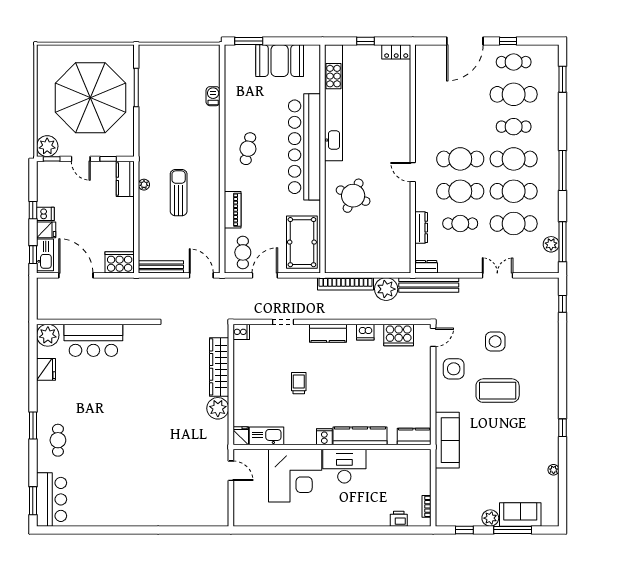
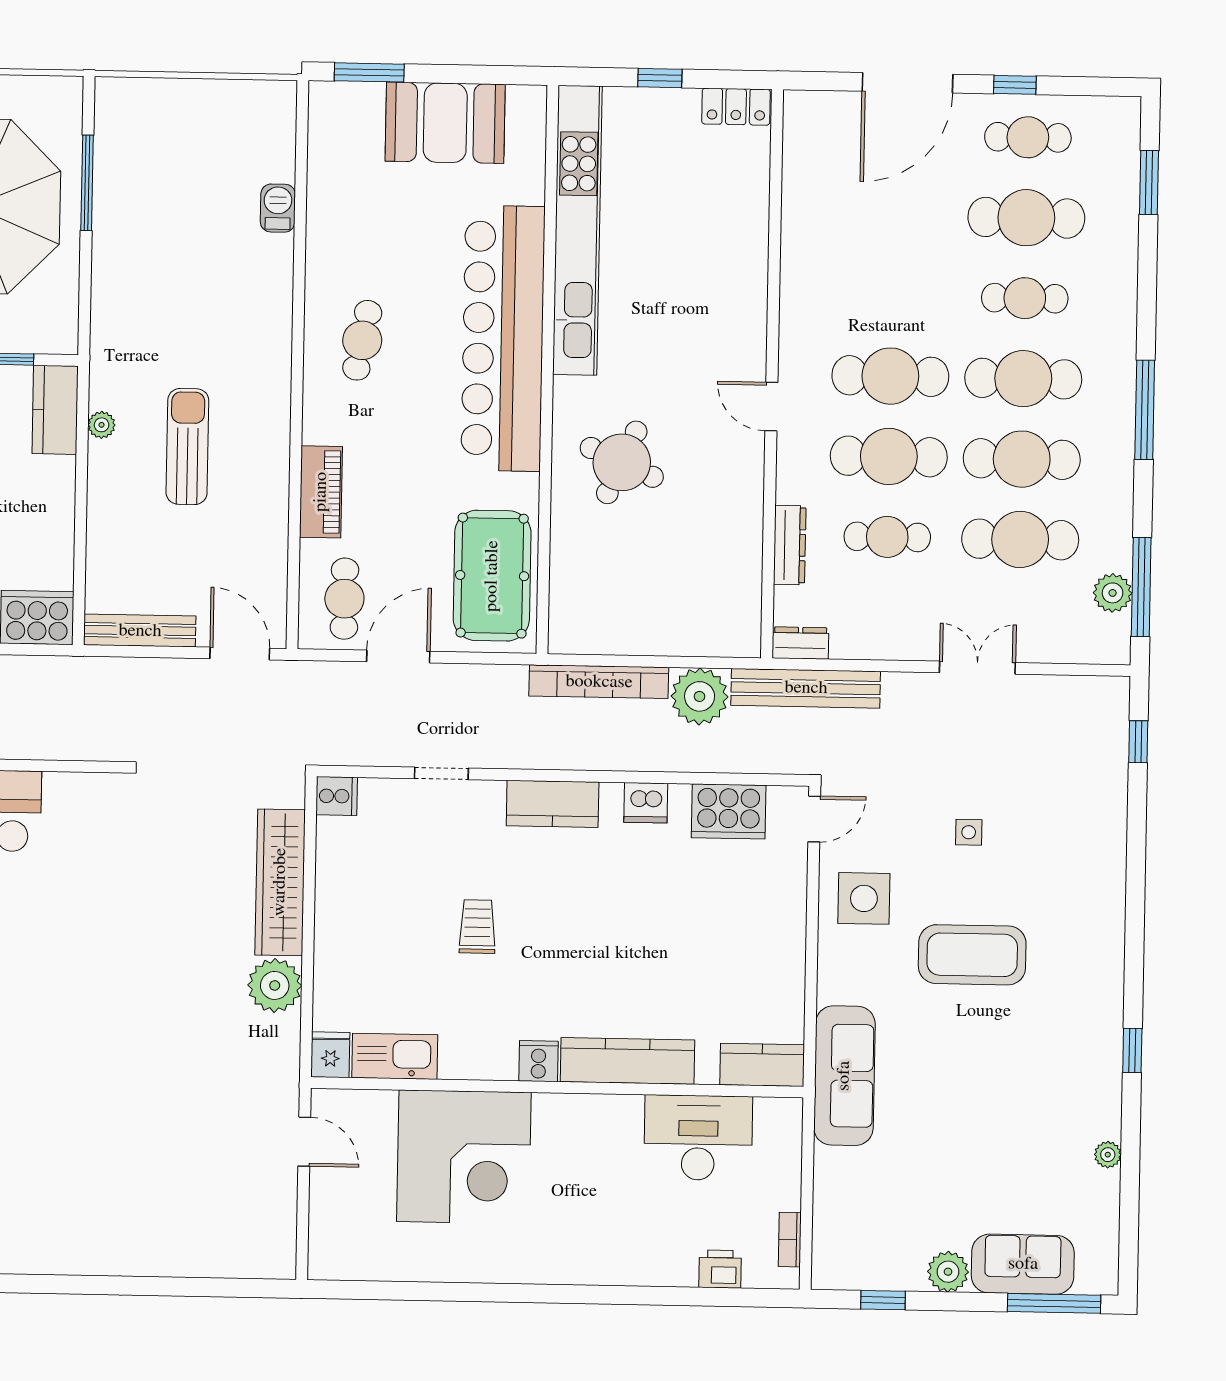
side table: (495, 341) -> (969, 832), width x0.54, depth x0.54
desk: (344, 466) -> (698, 1138), moved
window: (513, 530) -> (1054, 1303), moved

